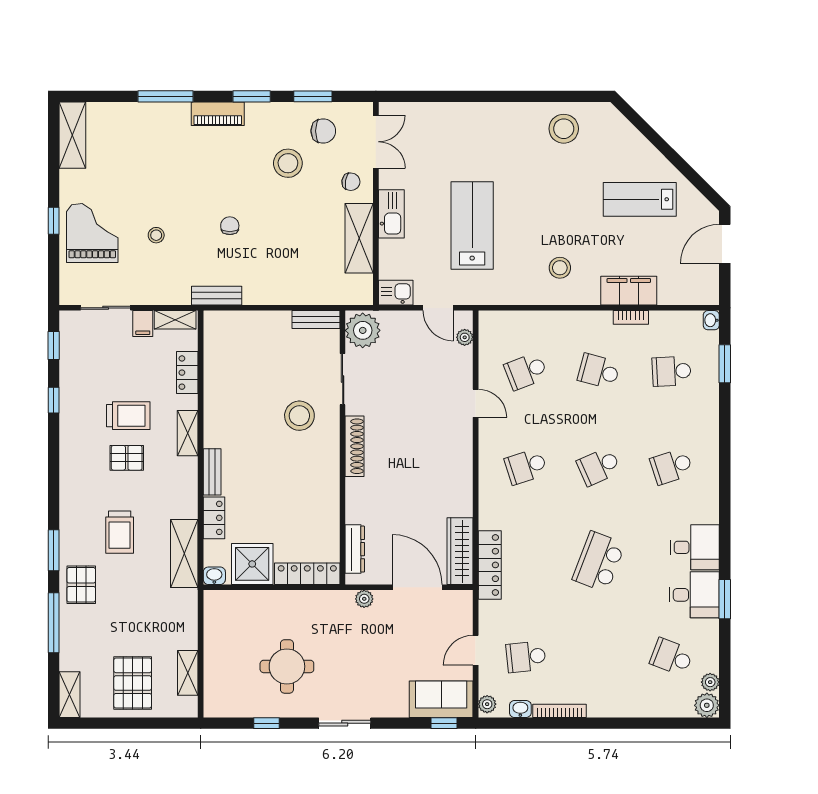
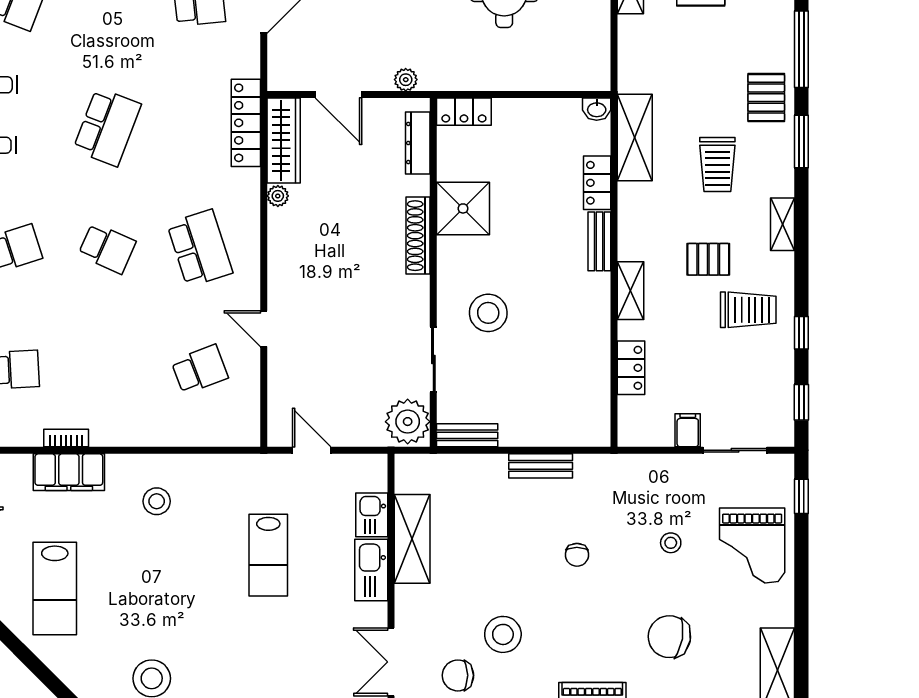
chair: (351, 182) -> (669, 637), moved, width x1.87, depth x1.87
lab bench: (640, 199) -> (55, 589), turned 90
window: (54, 221) -> (801, 496), moved
lab bench: (472, 226) -> (268, 555), width x0.73, depth x0.72
kitchen sink: (396, 293) -> (372, 515), moved, turned 90
bench: (217, 296) -> (541, 466), moved
shelving: (175, 320) -> (782, 224), moved, turned 90
plant: (465, 337) -> (278, 196), moved
school desk: (599, 371) -> (107, 369), removed
trolley: (128, 416) -> (748, 310), moved, turned 180
shoe rack: (355, 446) -> (418, 236), moved
school desk: (526, 466) -> (200, 248), width x1.85
school desk: (599, 466) -> (107, 248), turned 48
trolley: (120, 532) -> (717, 165), turned 180
shower: (252, 564) -> (463, 208), moved
locker: (307, 574) -> (464, 112), width x0.66
door: (417, 587) -> (338, 94), width x0.73

